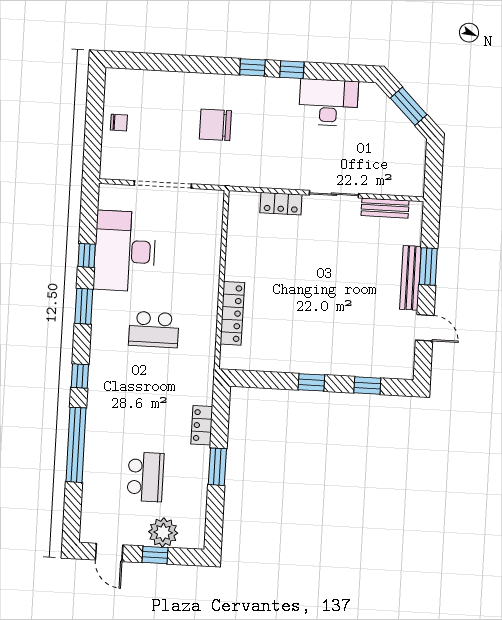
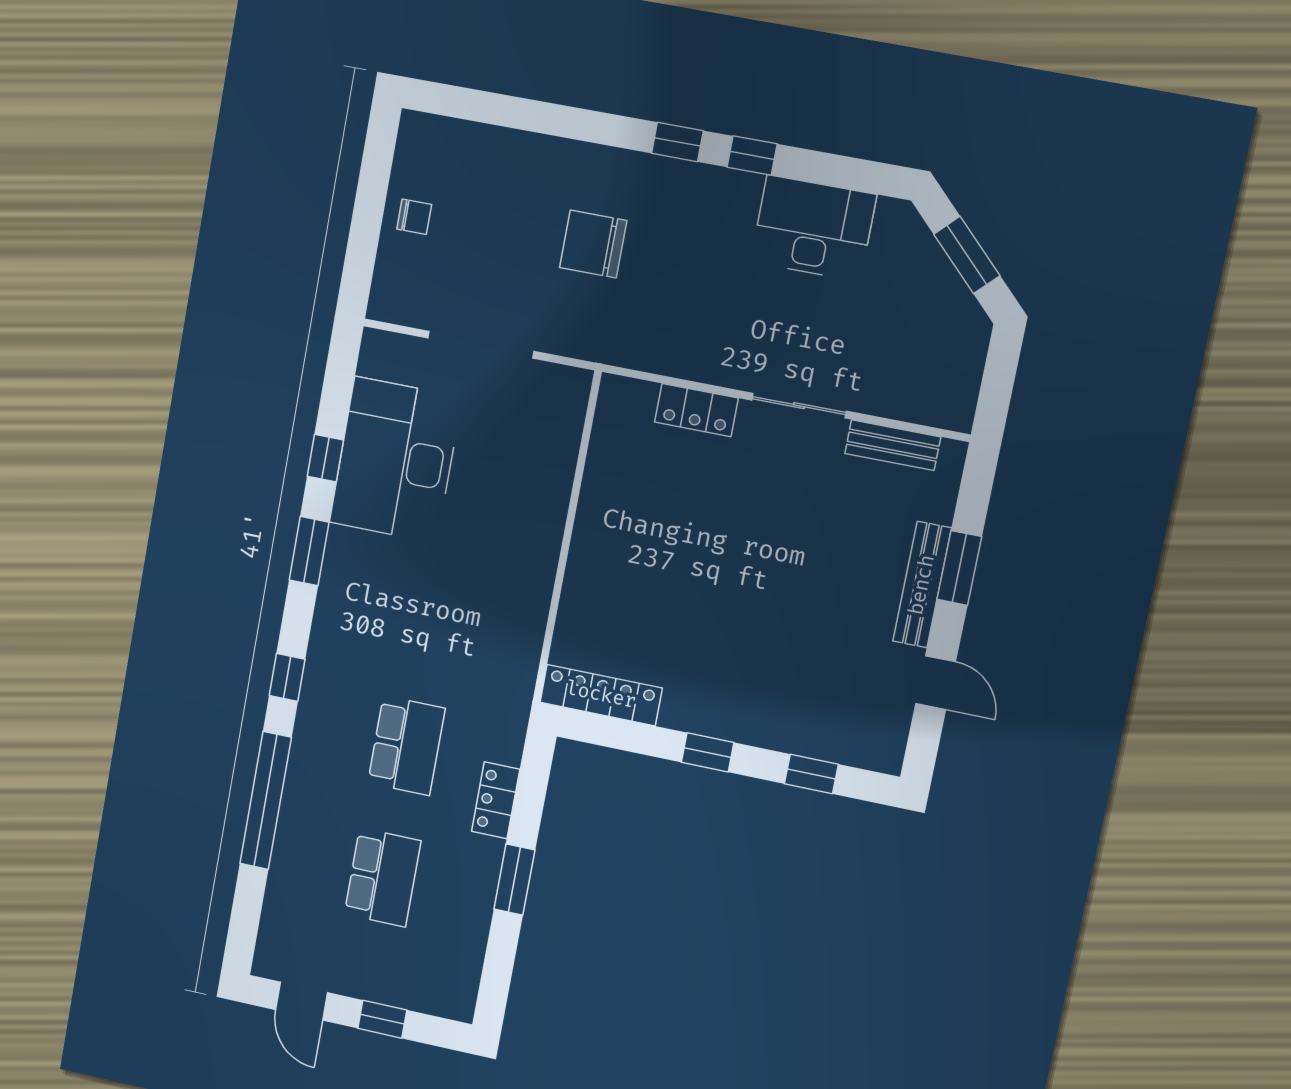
locker: (232, 313) -> (601, 695), moved, turned -90
school desk: (154, 329) -> (406, 746), moved, turned -90
plant: (163, 532) -> (402, 982), removed

